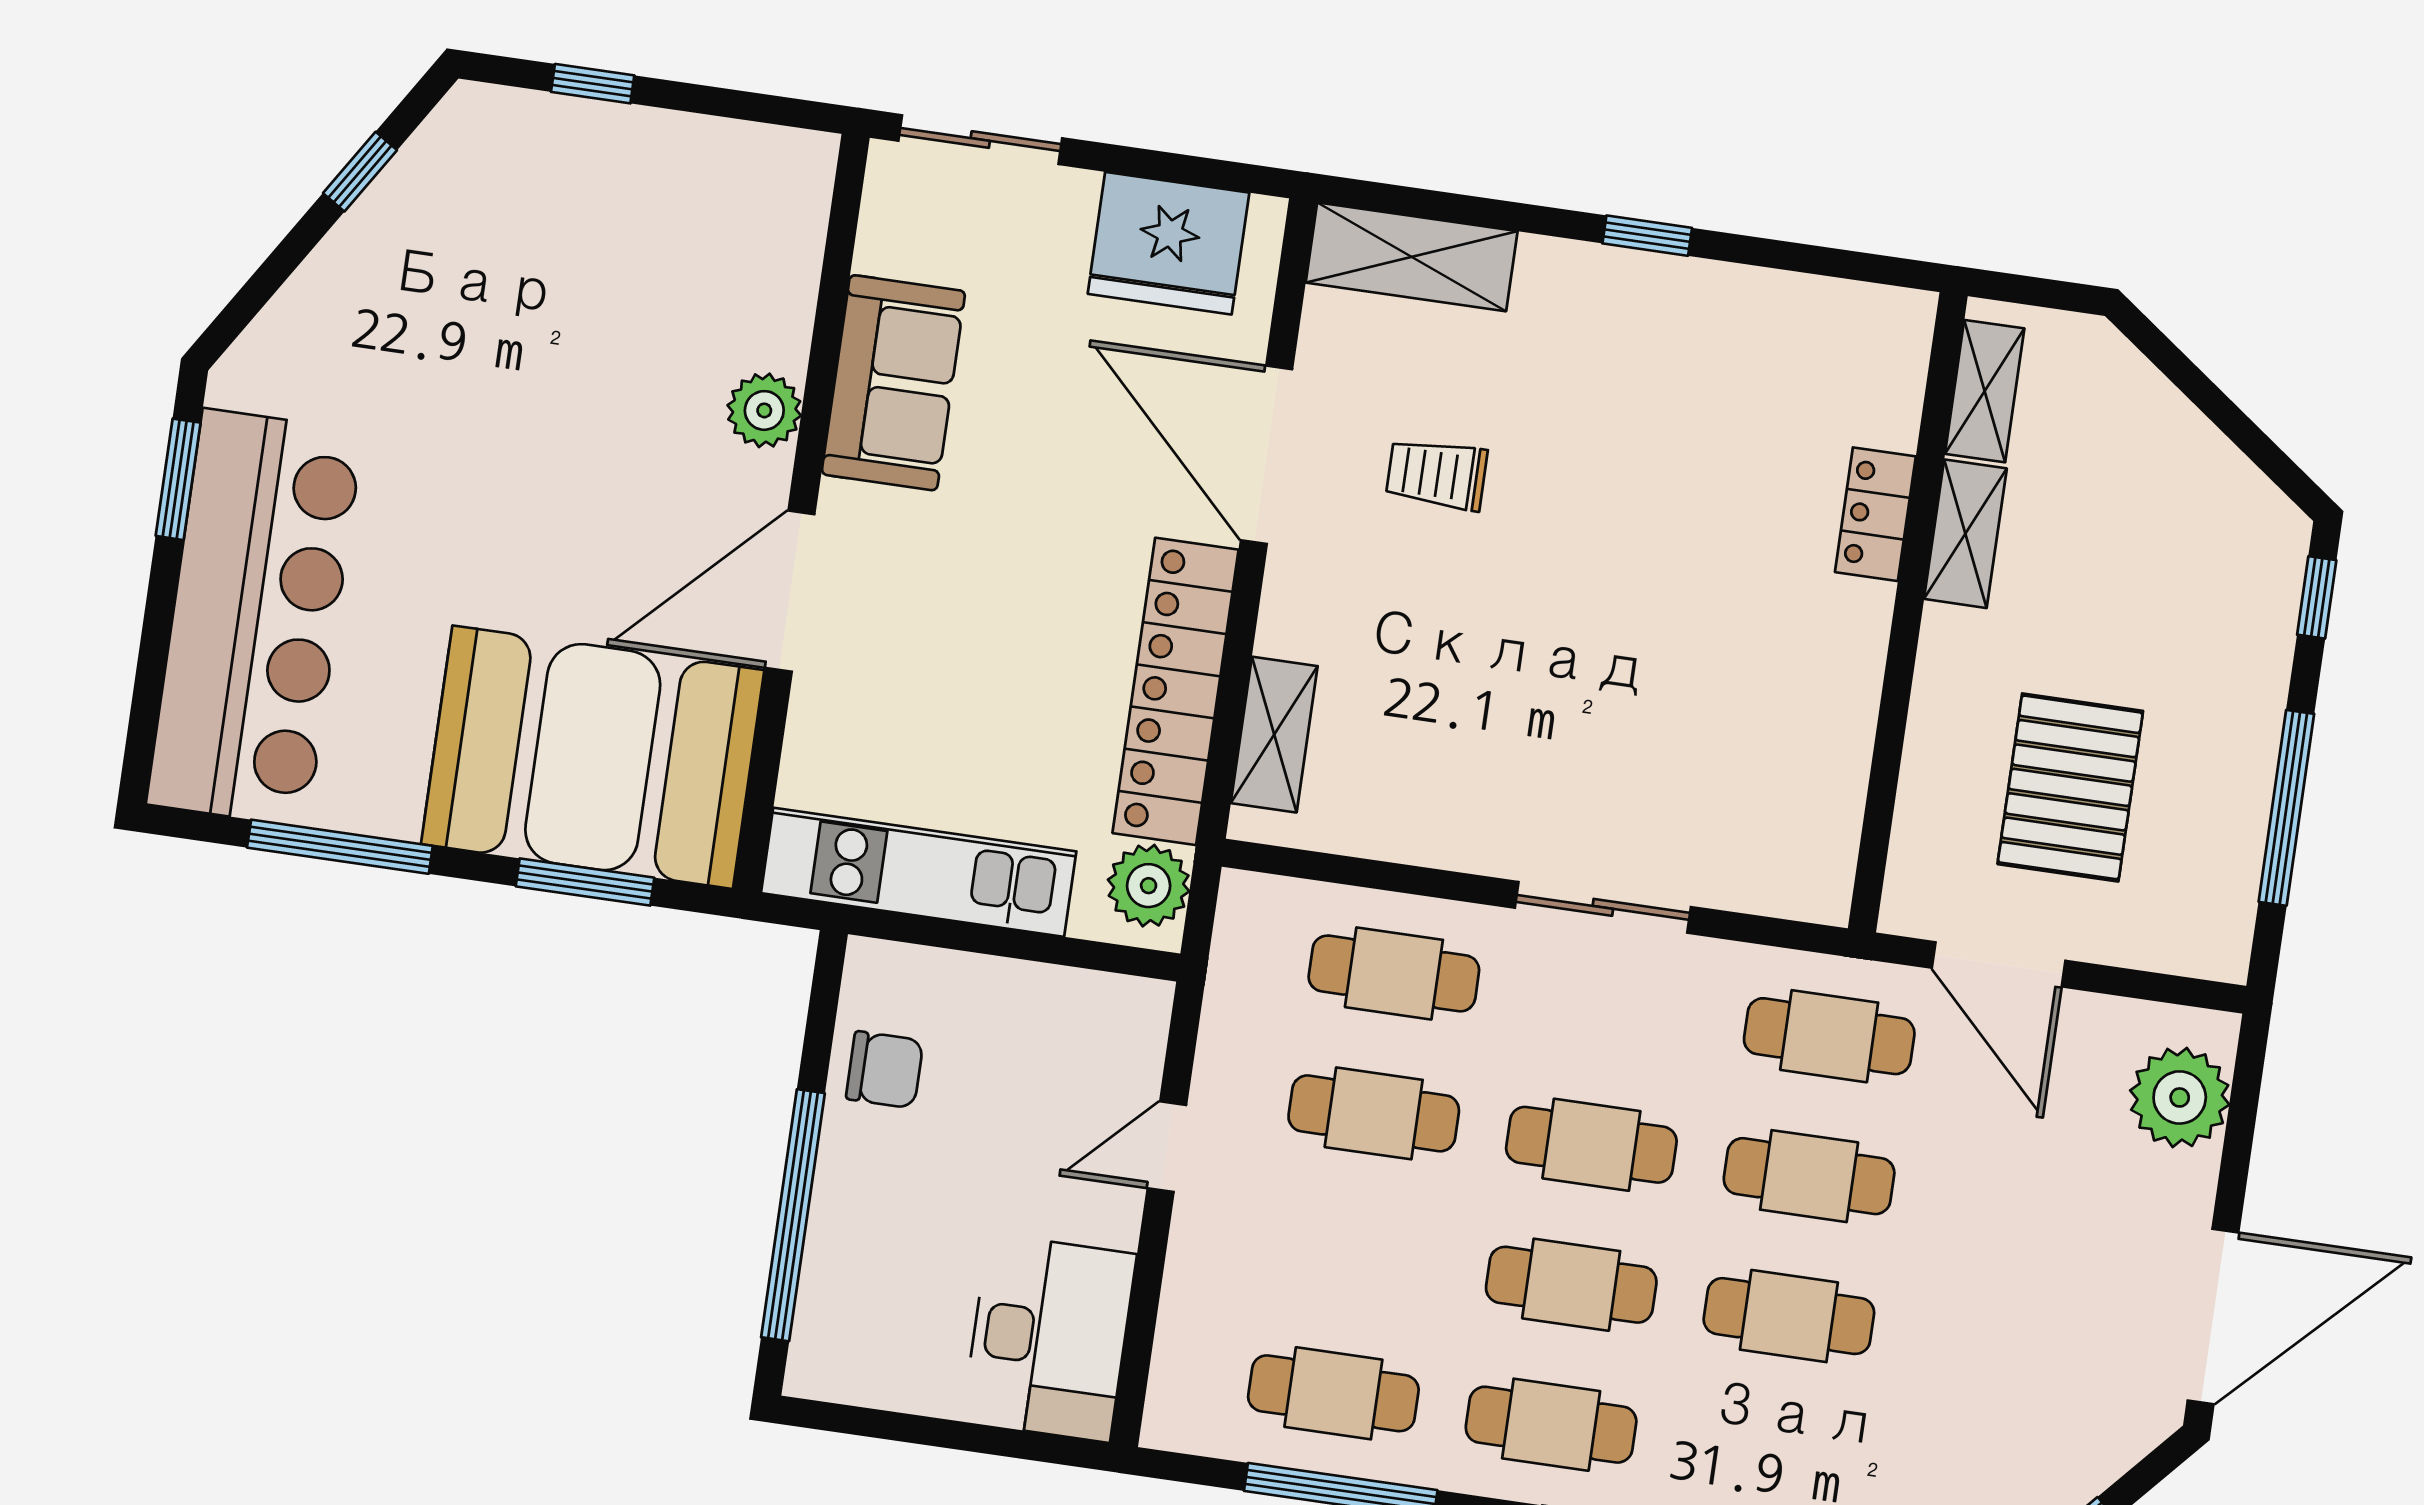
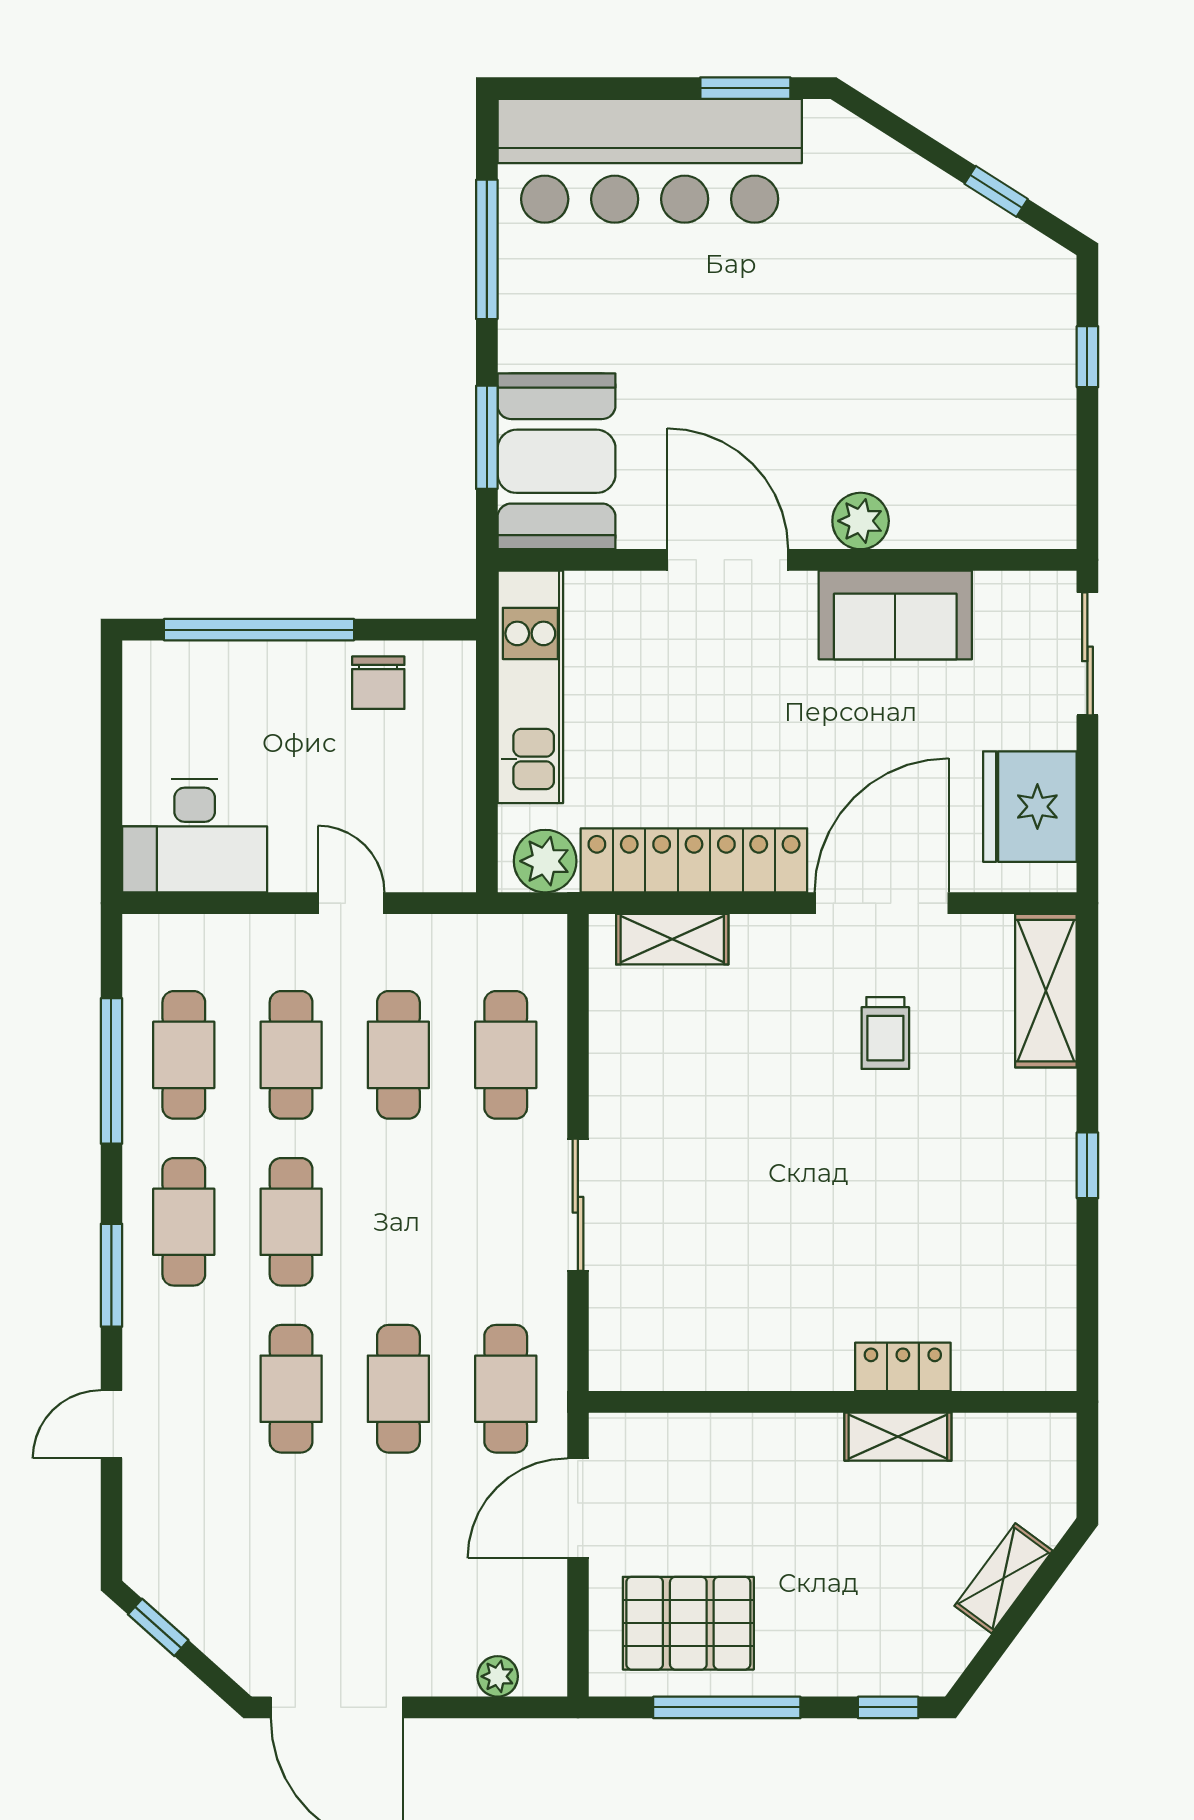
shelving: (1985, 391) -> (1004, 1578), moved, turned -54
trolley: (1437, 474) -> (885, 1033), turned 180
booth: (593, 757) -> (557, 461), width x0.73, depth x0.70
pallet: (2070, 787) -> (688, 1623), moved
plant: (2180, 1097) -> (498, 1676), width x0.53, depth x0.53
cafe table: (1591, 1145) -> (291, 1055), moved

